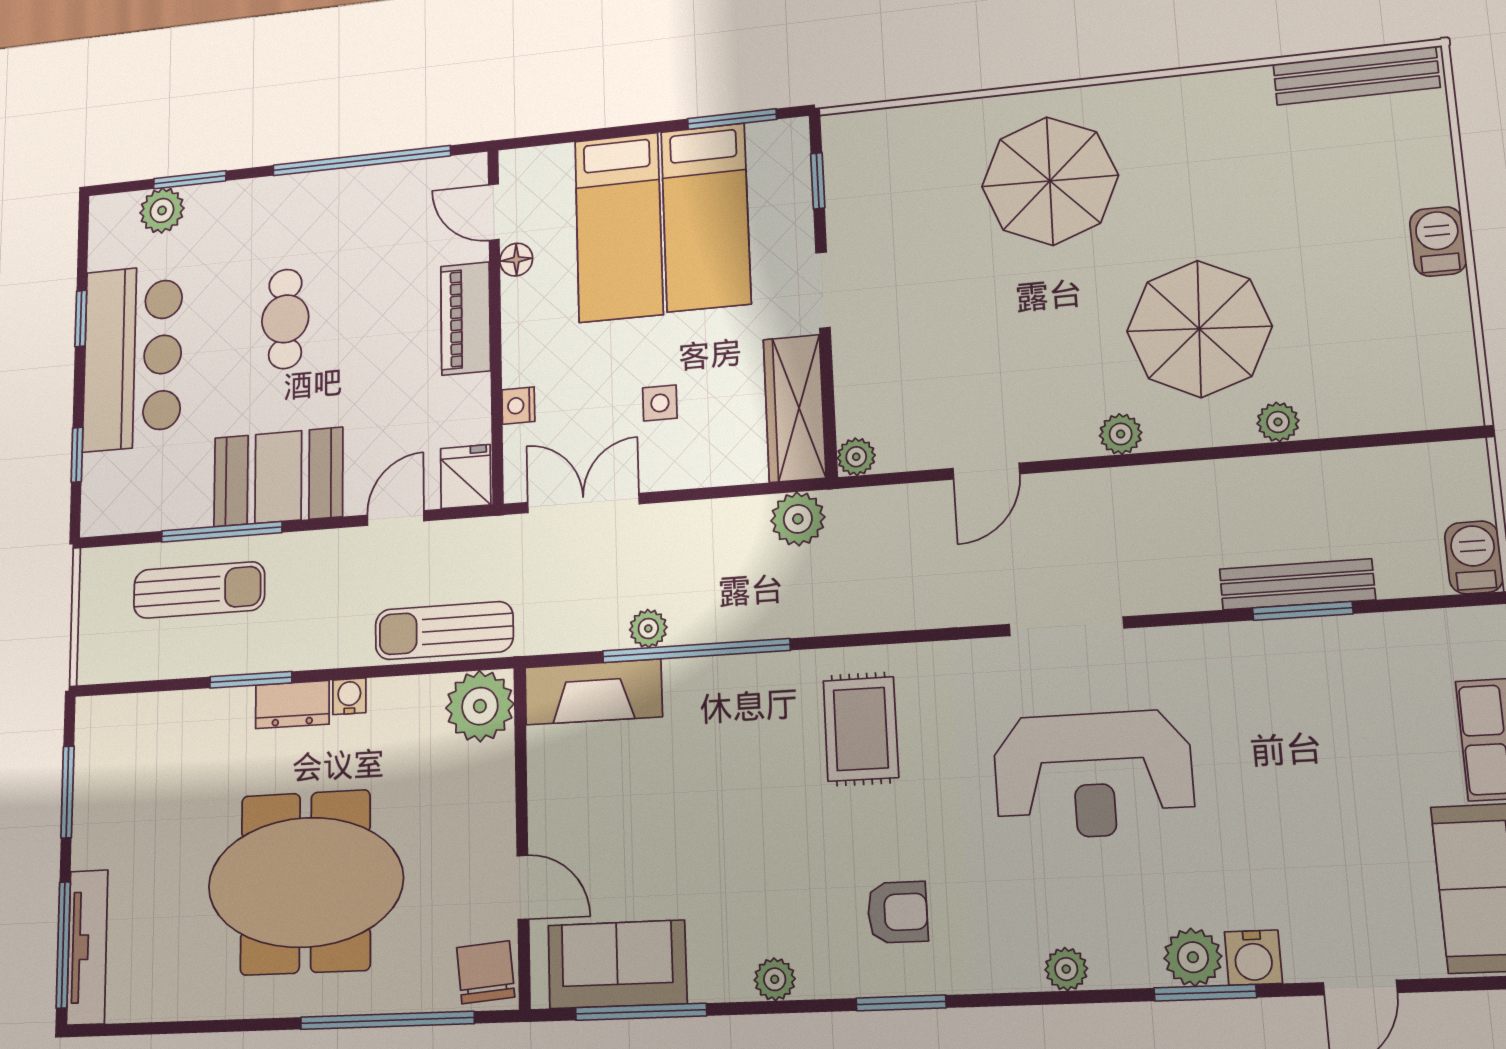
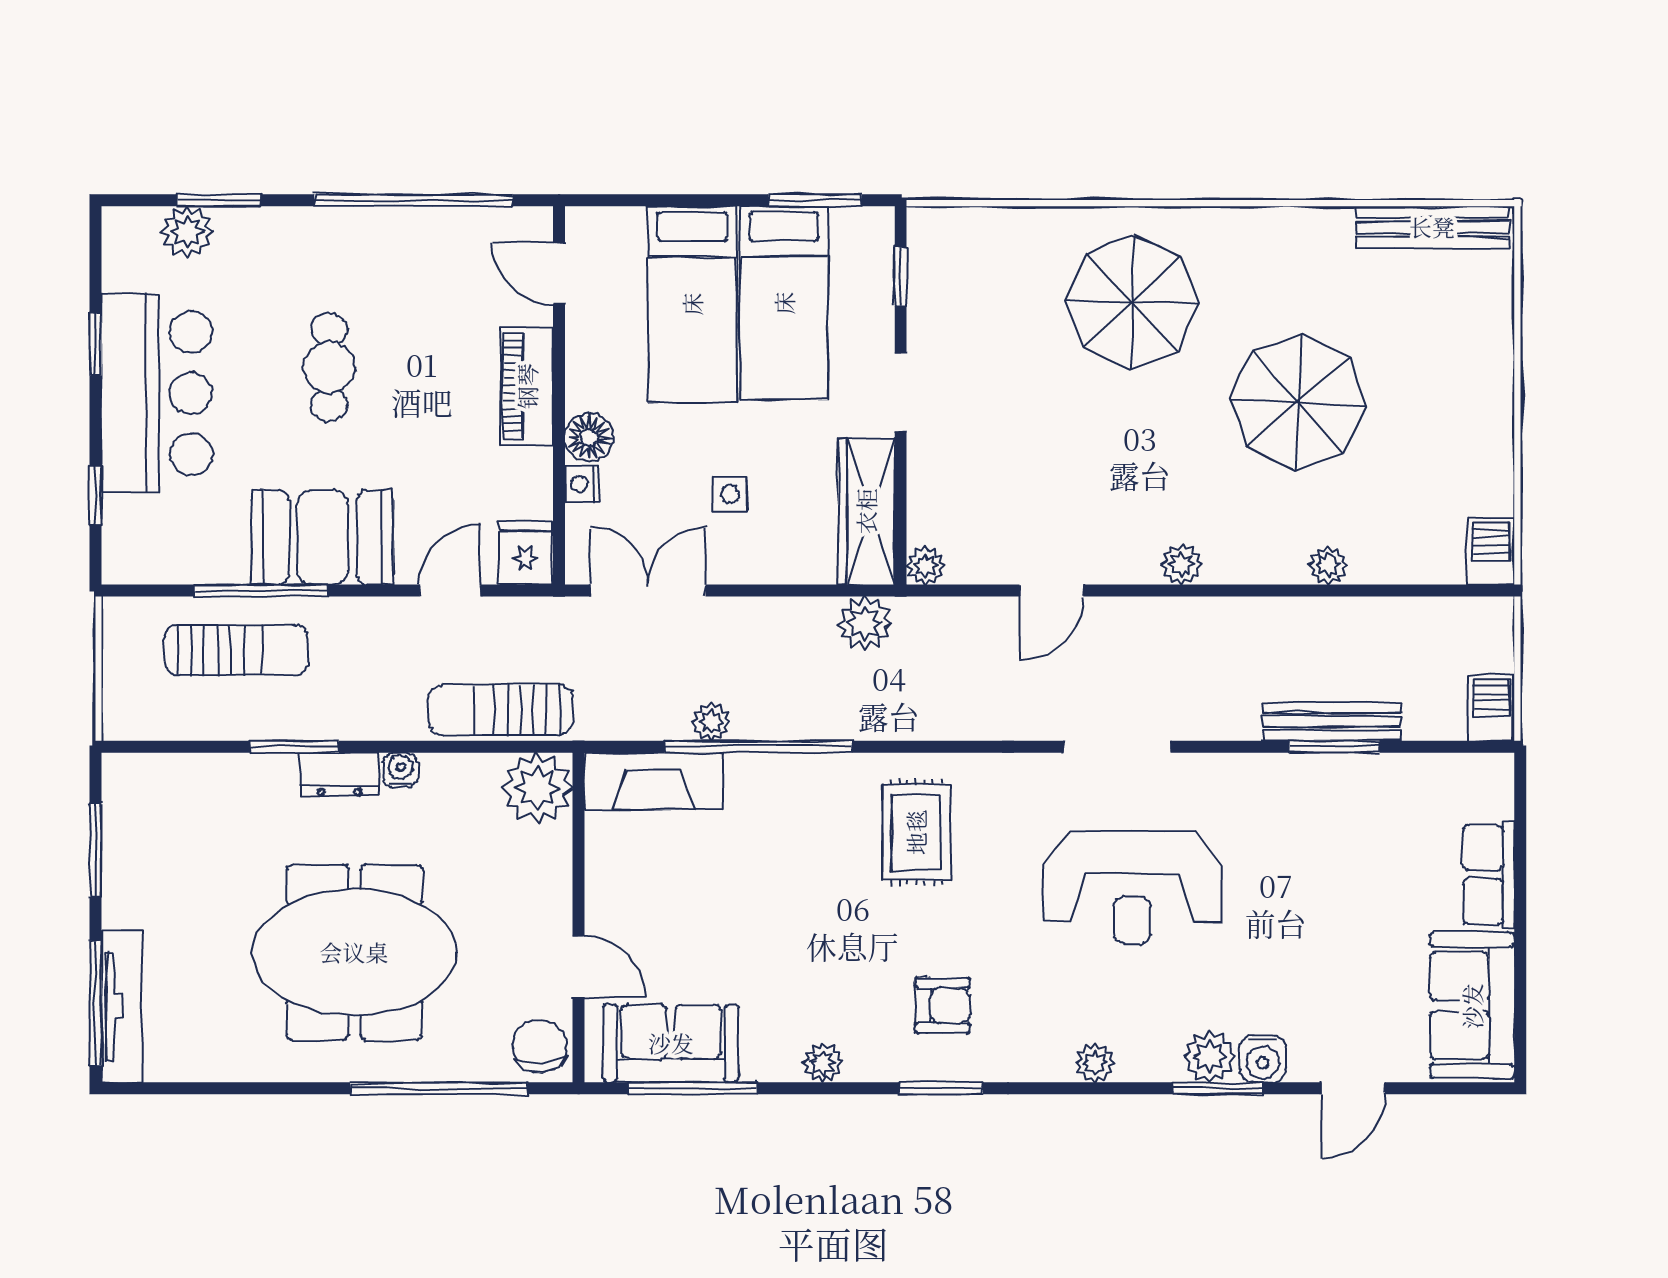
barbecue: (1438, 241) -> (1491, 551), moved
floor lamp: (516, 260) -> (589, 437), moved, width x1.37, depth x1.37
parasol: (1199, 329) -> (1298, 402), moved

